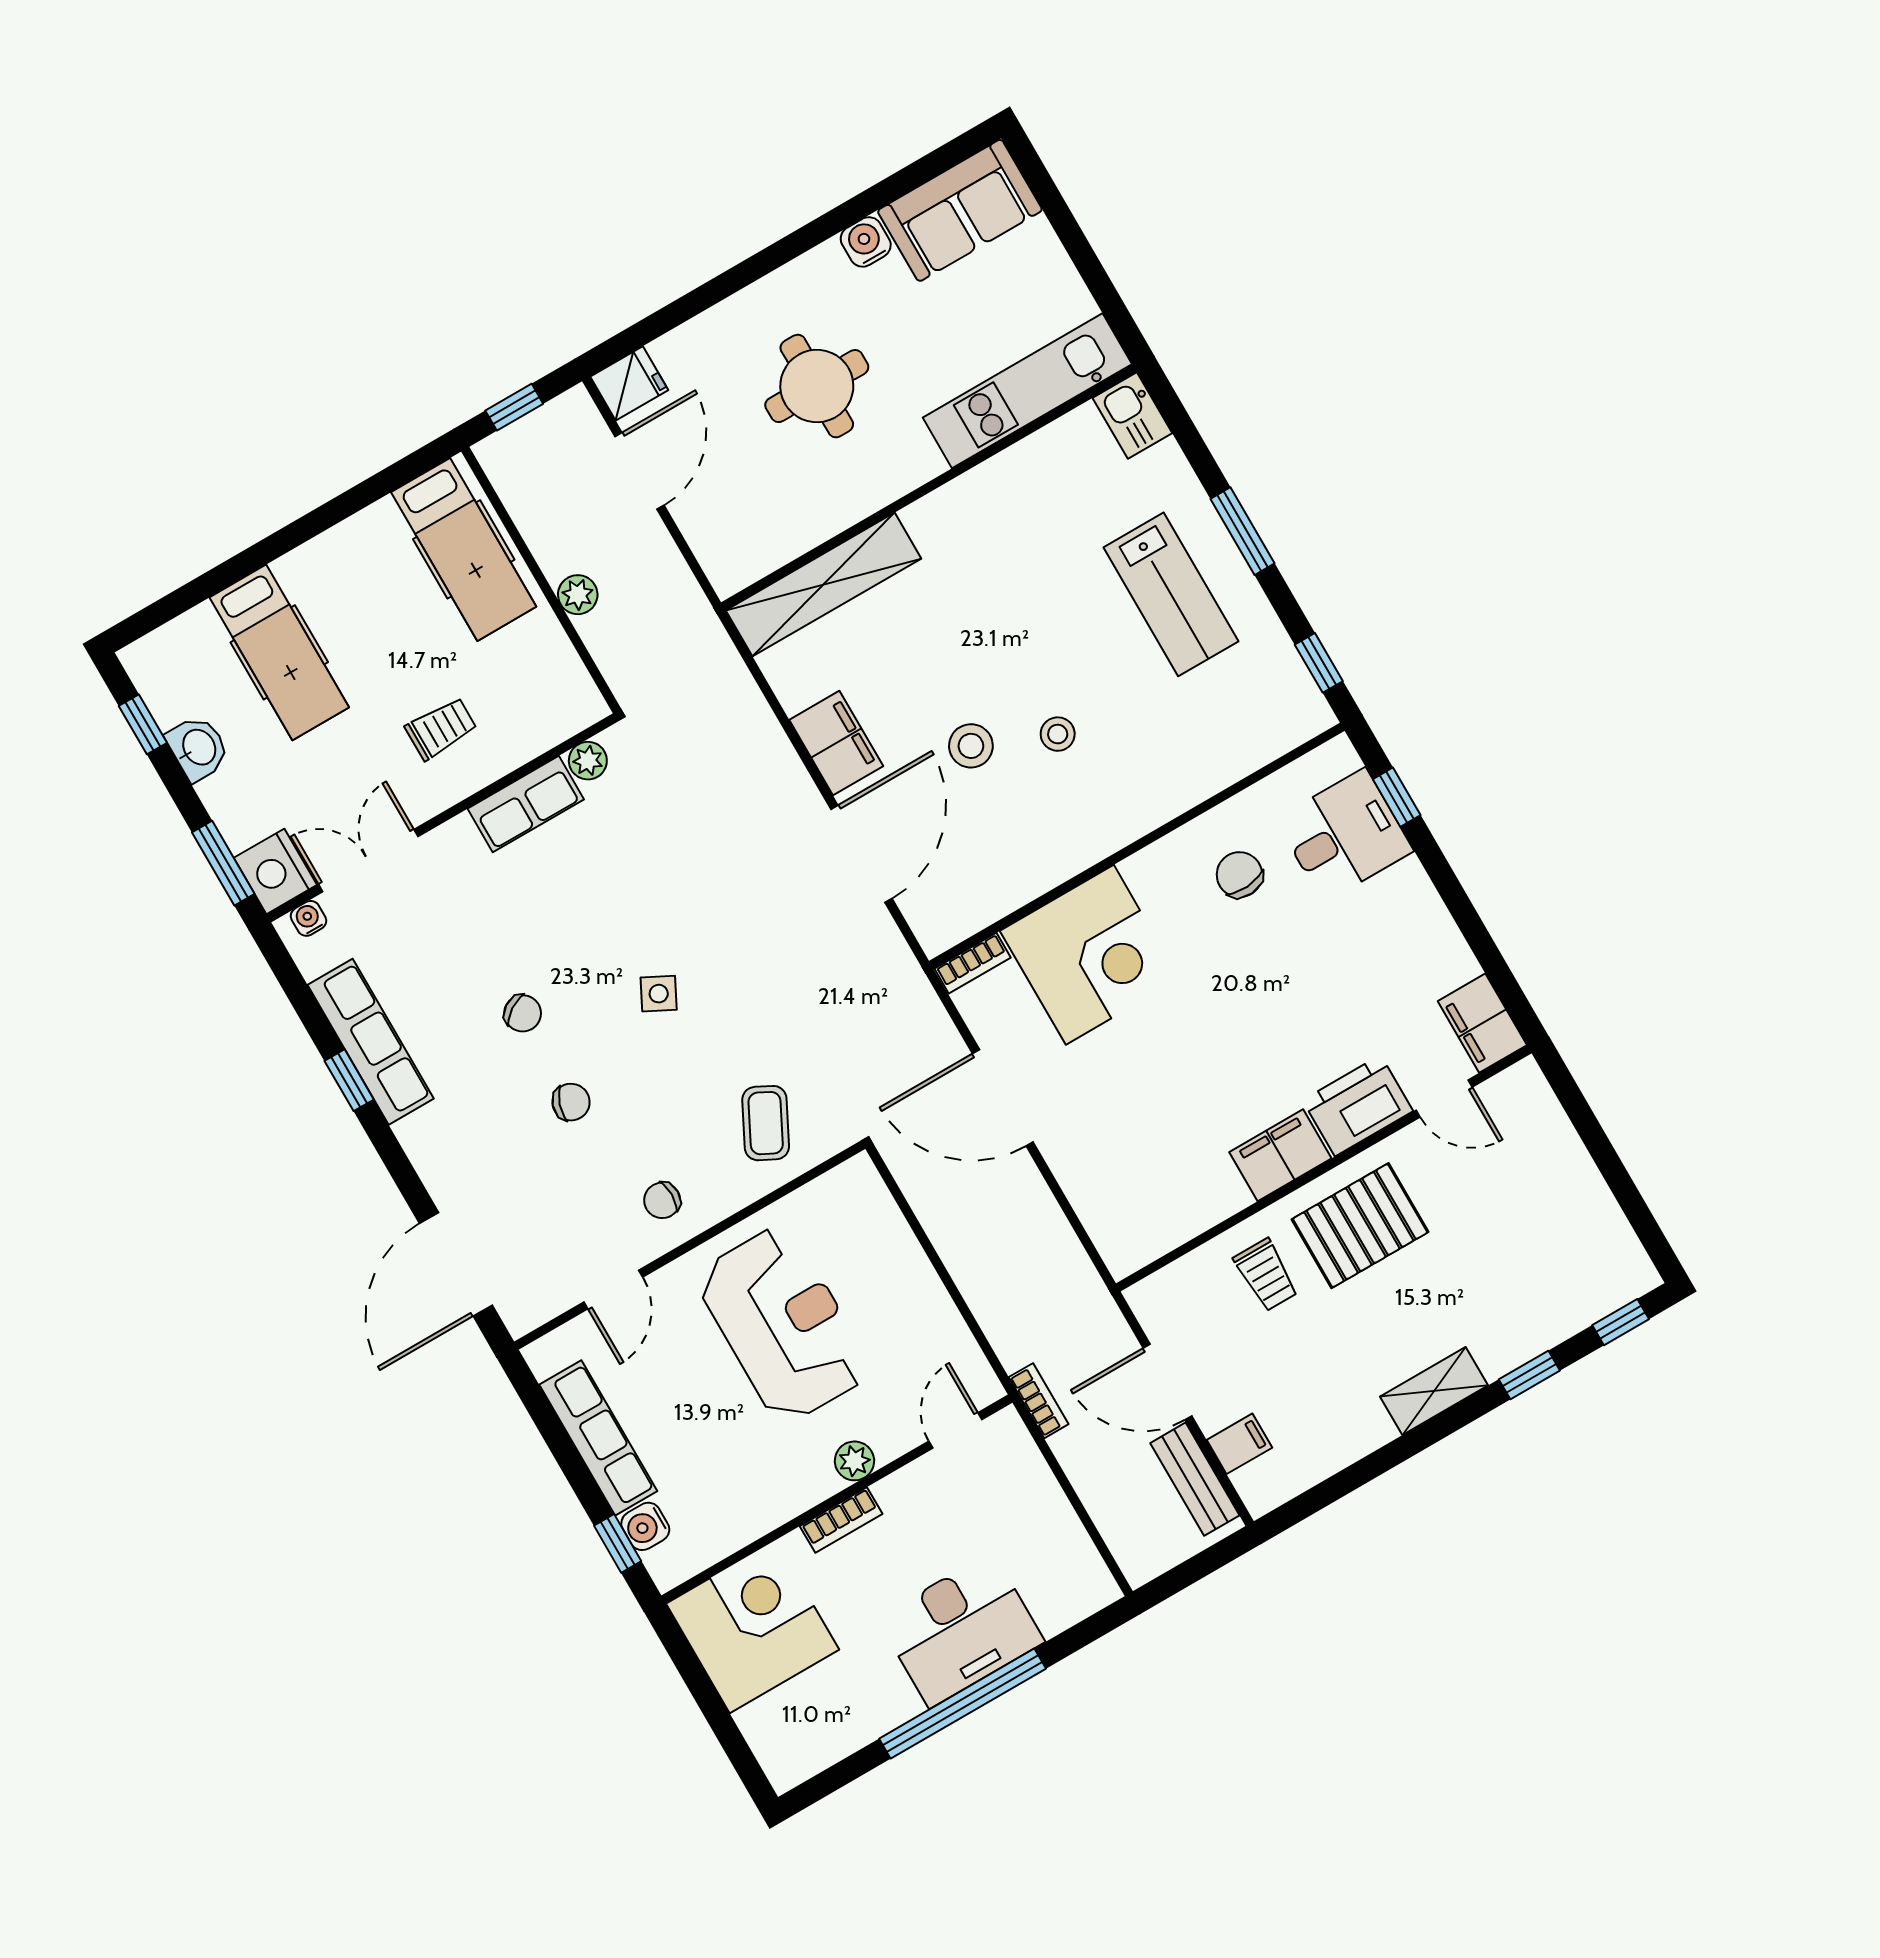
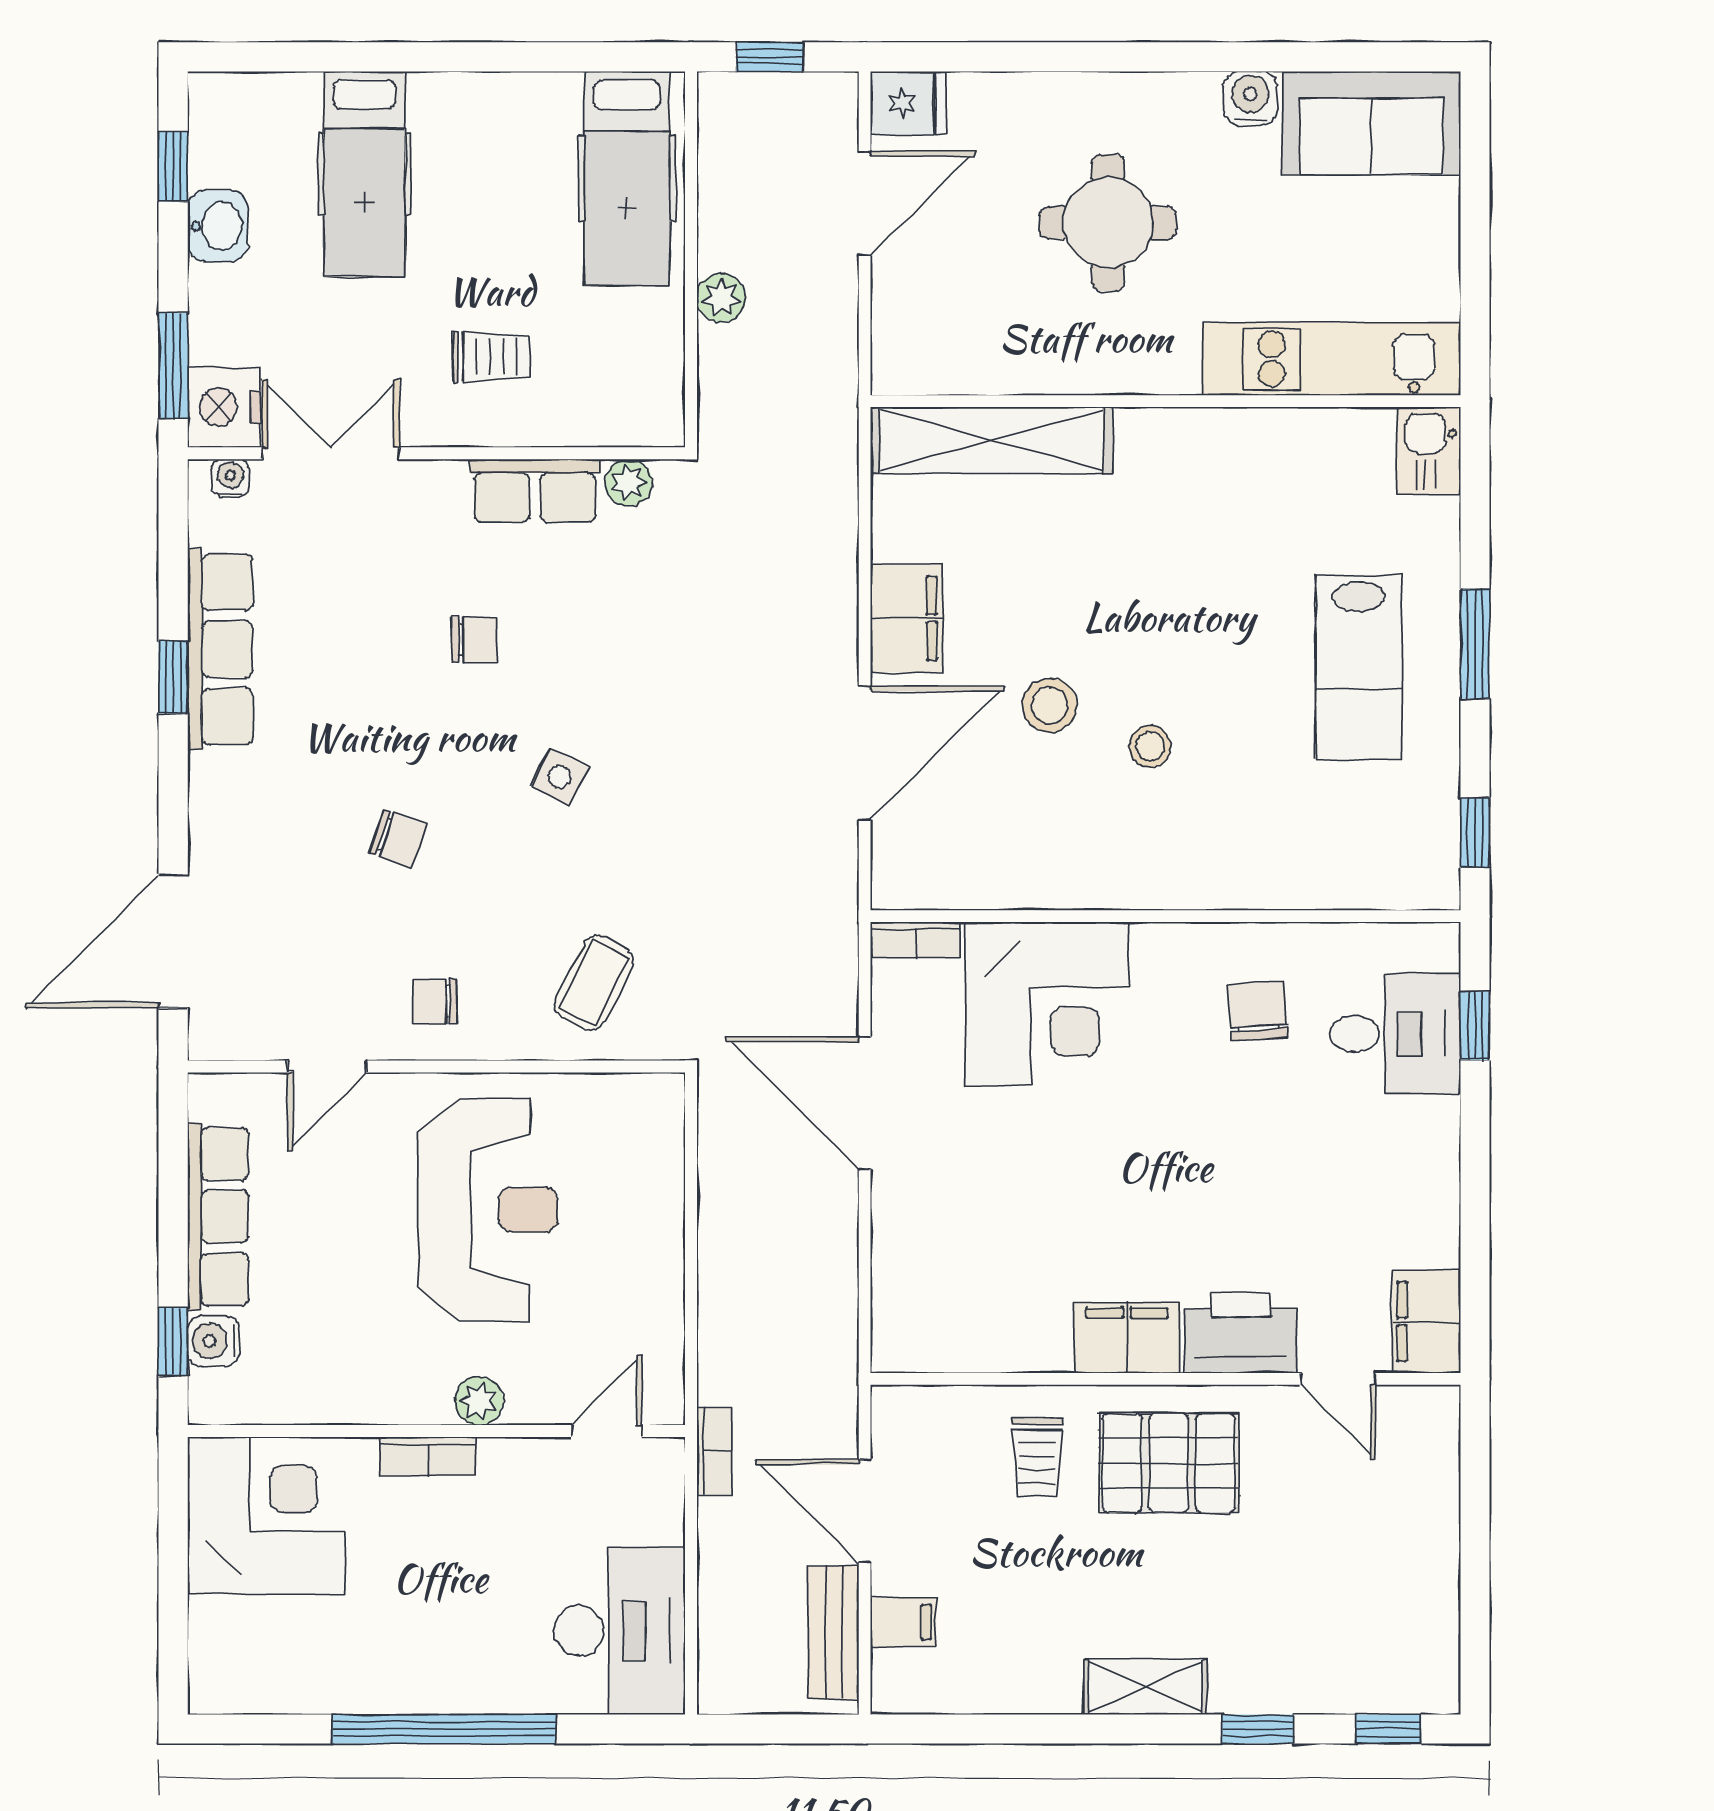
chair: (523, 1013) -> (475, 640), moved, turned -57
desk: (961, 1630) -> (620, 1631), moved, turned -90

